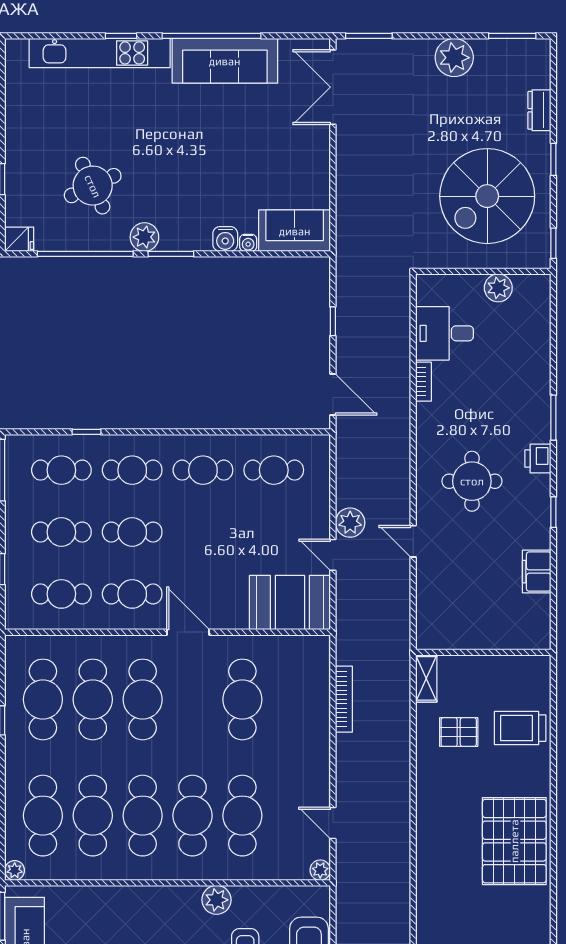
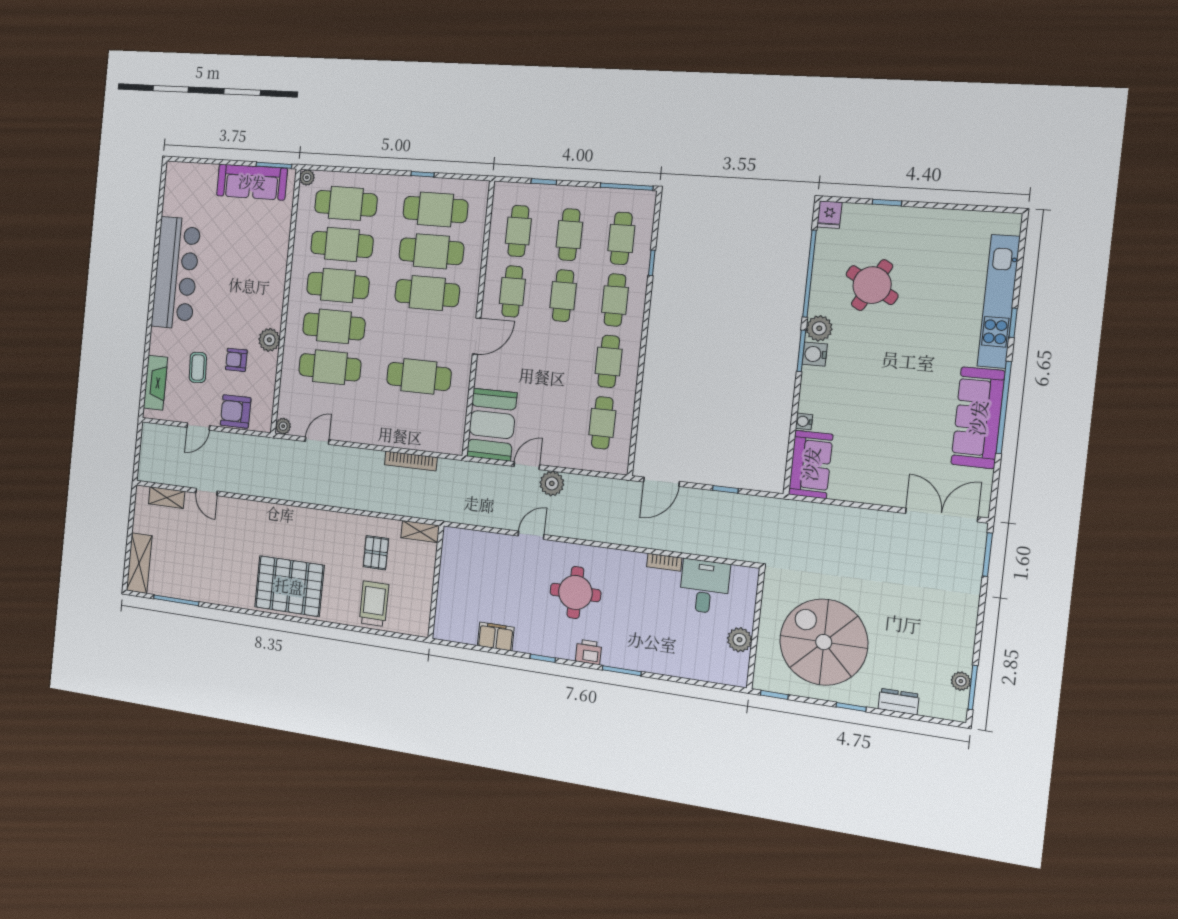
plant: (454, 58) -> (961, 681), moved, width x0.53, depth x0.53
round table: (93, 186) -> (872, 285), turned -36
water cooler: (225, 239) -> (815, 354), moved

